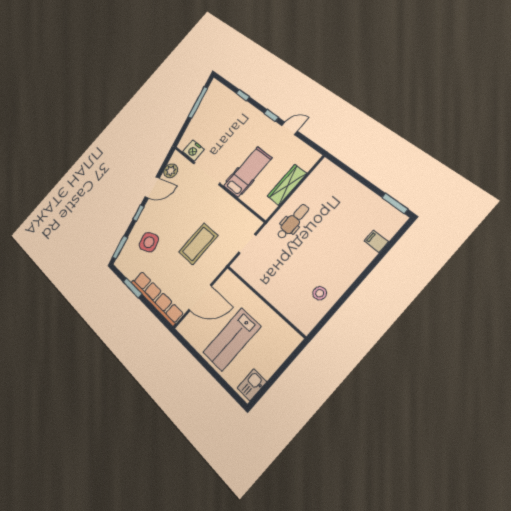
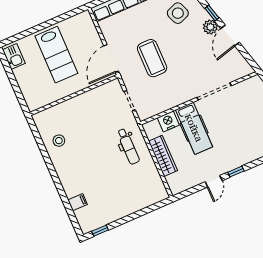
nightstand: (194, 151) -> (168, 121), moved
plant: (171, 171) -> (210, 27), moved
window: (395, 203) -> (100, 231), width x0.67
door: (200, 298) -> (111, 58), moved
lab bench: (232, 339) -> (56, 55), turned 180

